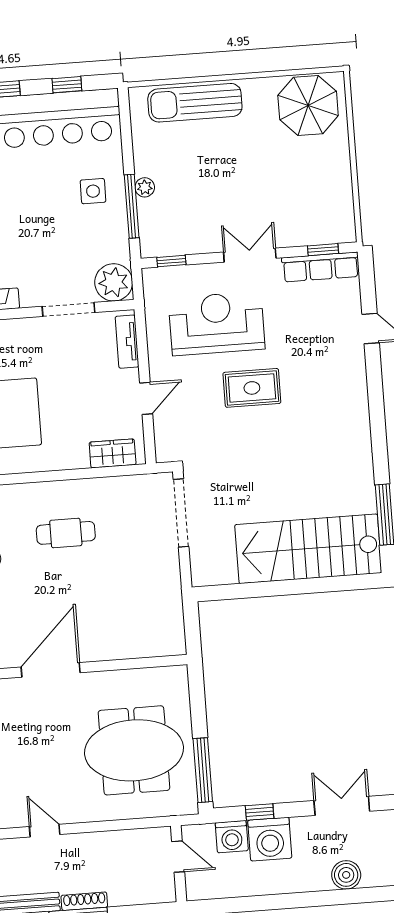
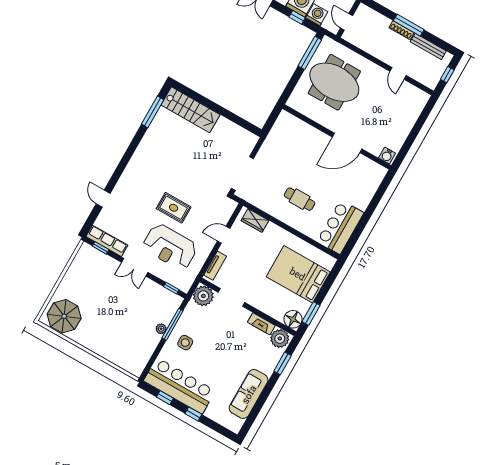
sun lounger: (195, 103) -> (113, 351), removed
stairs: (308, 549) -> (190, 110), width x0.73, depth x0.66

